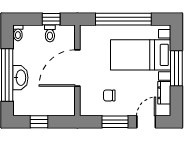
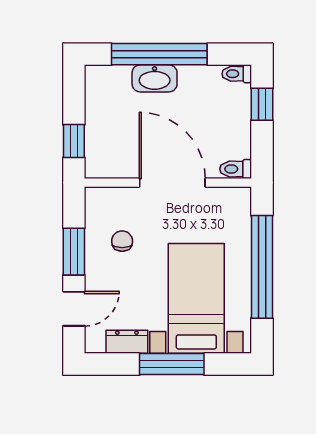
window: (51, 19) -> (262, 104), moved
toilet: (50, 33) -> (236, 169), moved
window: (39, 122) -> (74, 141), moved
door: (146, 122) -> (74, 309), hinge flipped

